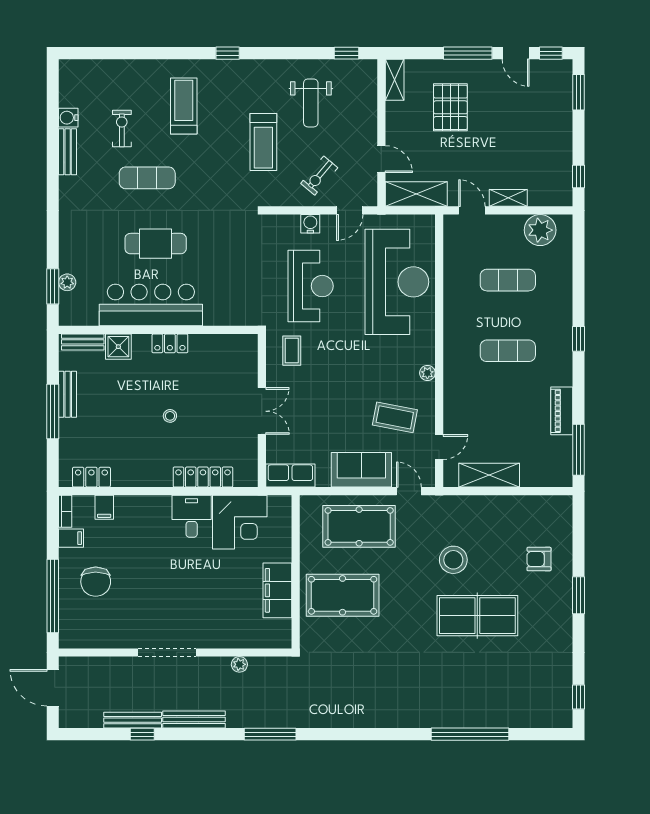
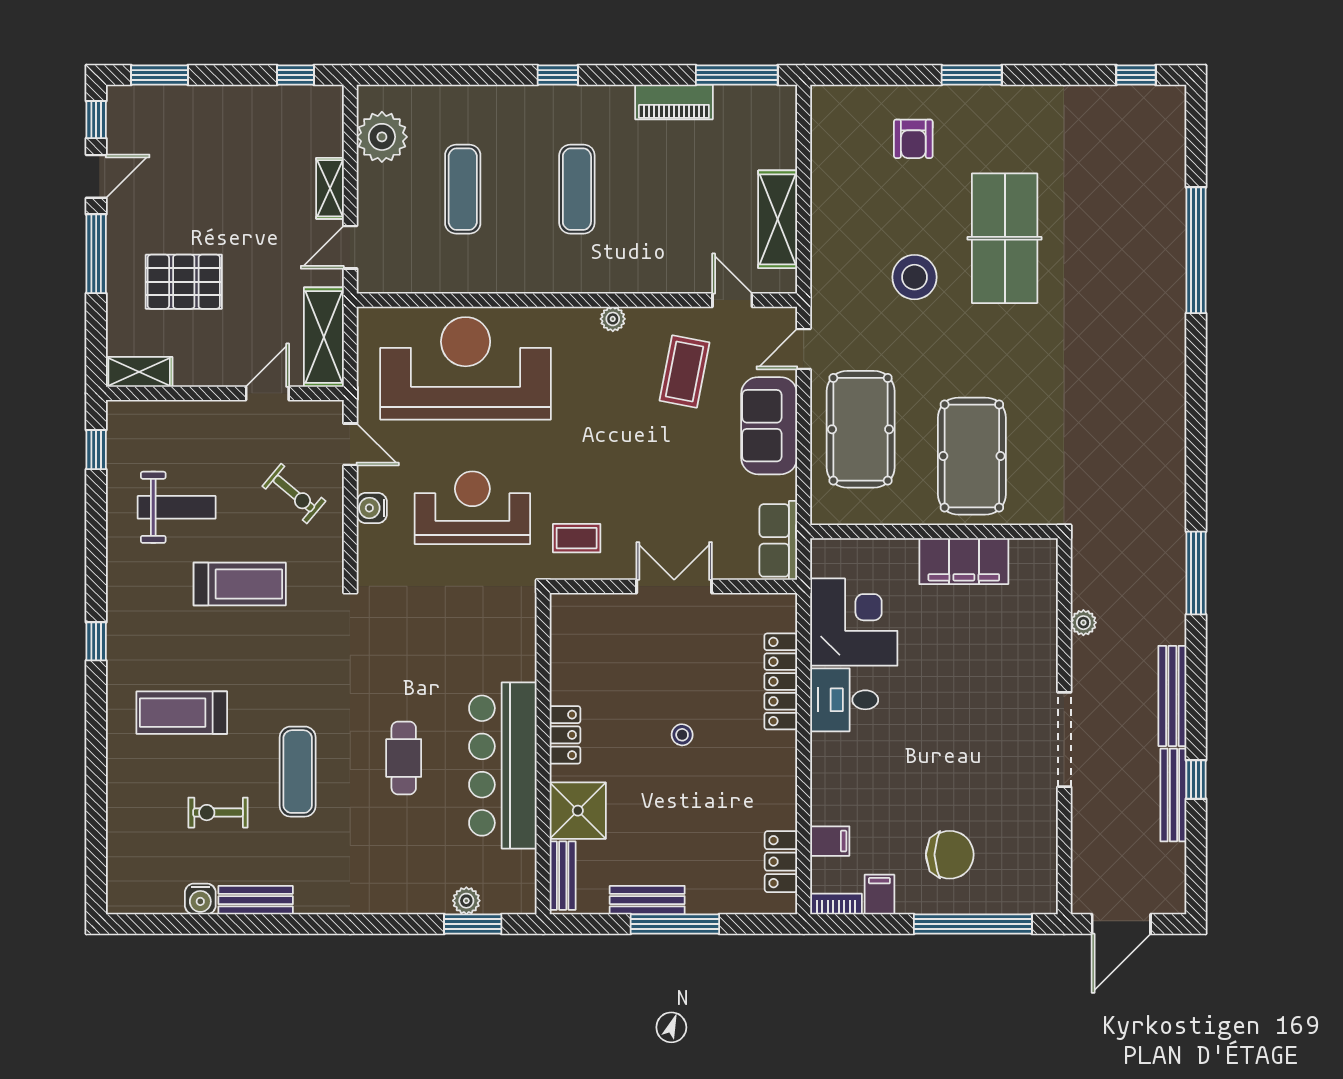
cafe table: (156, 244) -> (404, 758), width x0.73, depth x0.74
shower: (118, 347) -> (578, 811), width x1.36, depth x1.36

